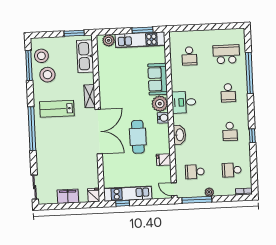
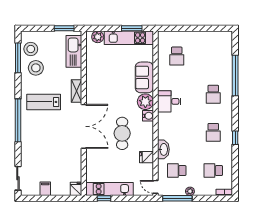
school desk: (226, 54) -> (213, 56), removed
washbasin: (180, 135) -> (163, 149), moved
filing cabinet: (68, 196) -> (45, 189), width x0.50

